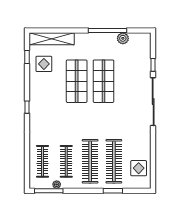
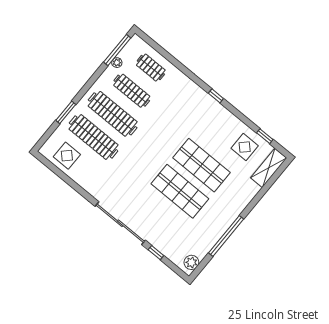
plant: (123, 38) -> (191, 262), moved
shelving: (52, 39) -> (269, 168), width x0.68
clothes rail: (43, 161) -> (151, 68), width x0.73

